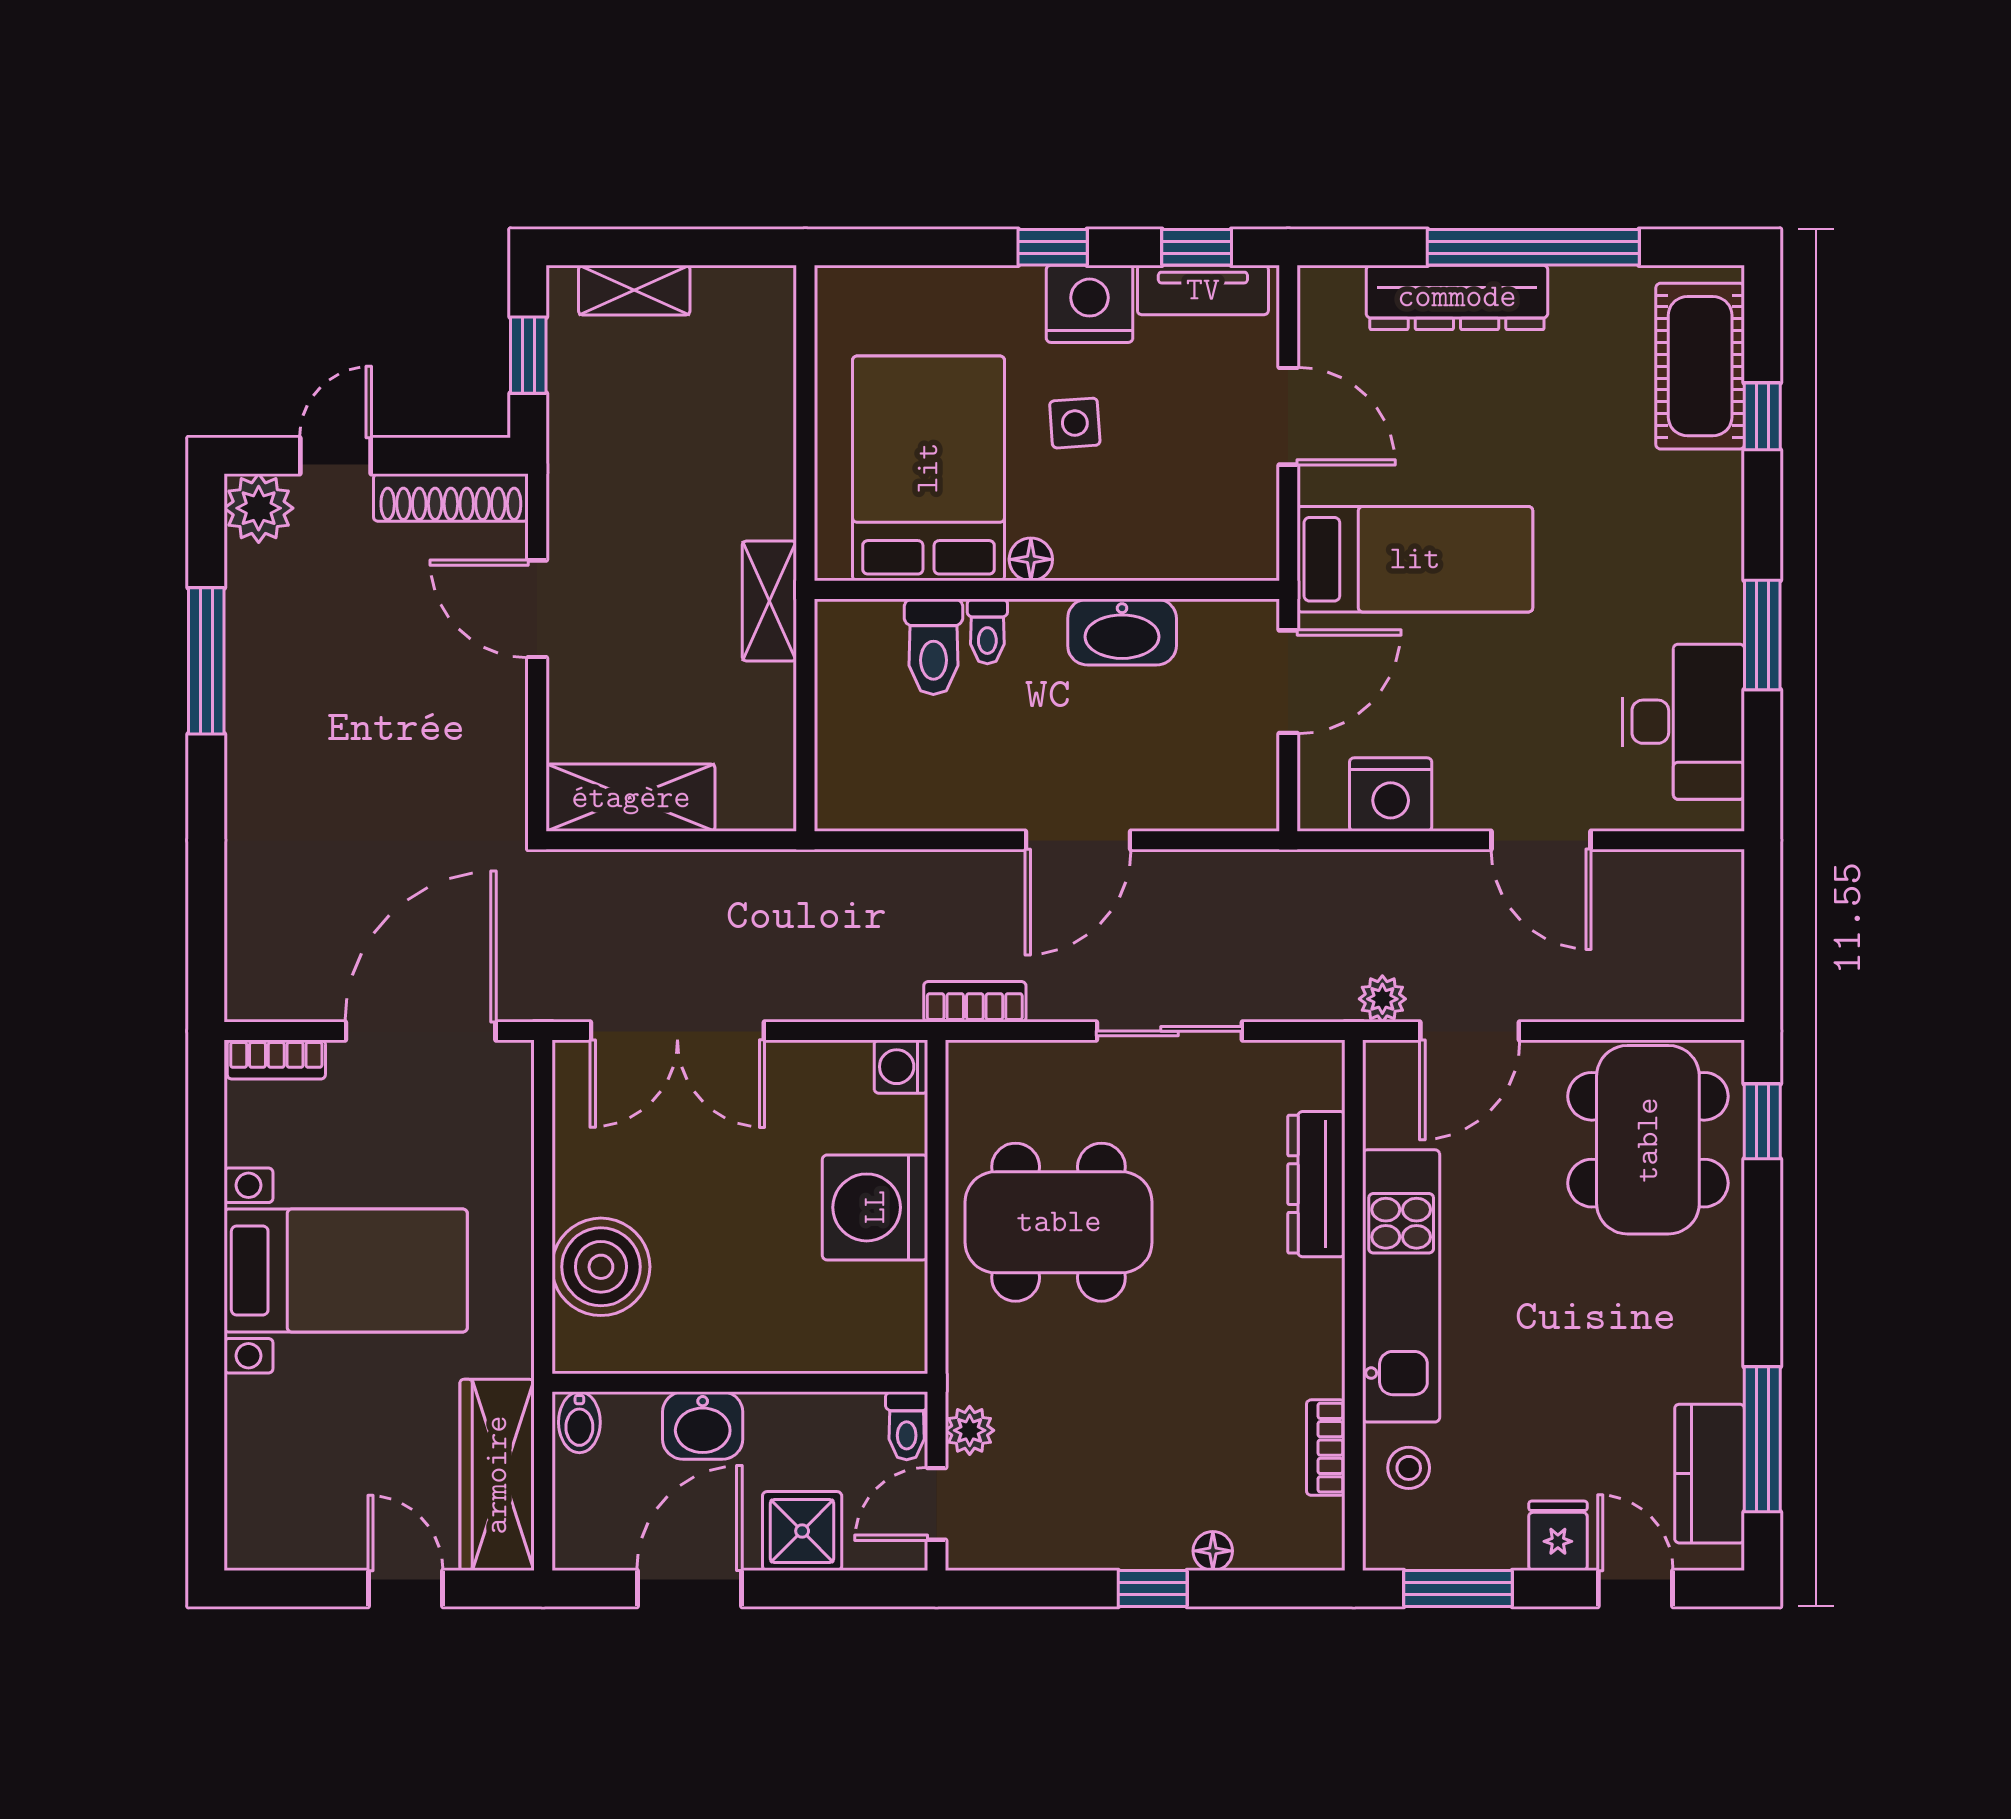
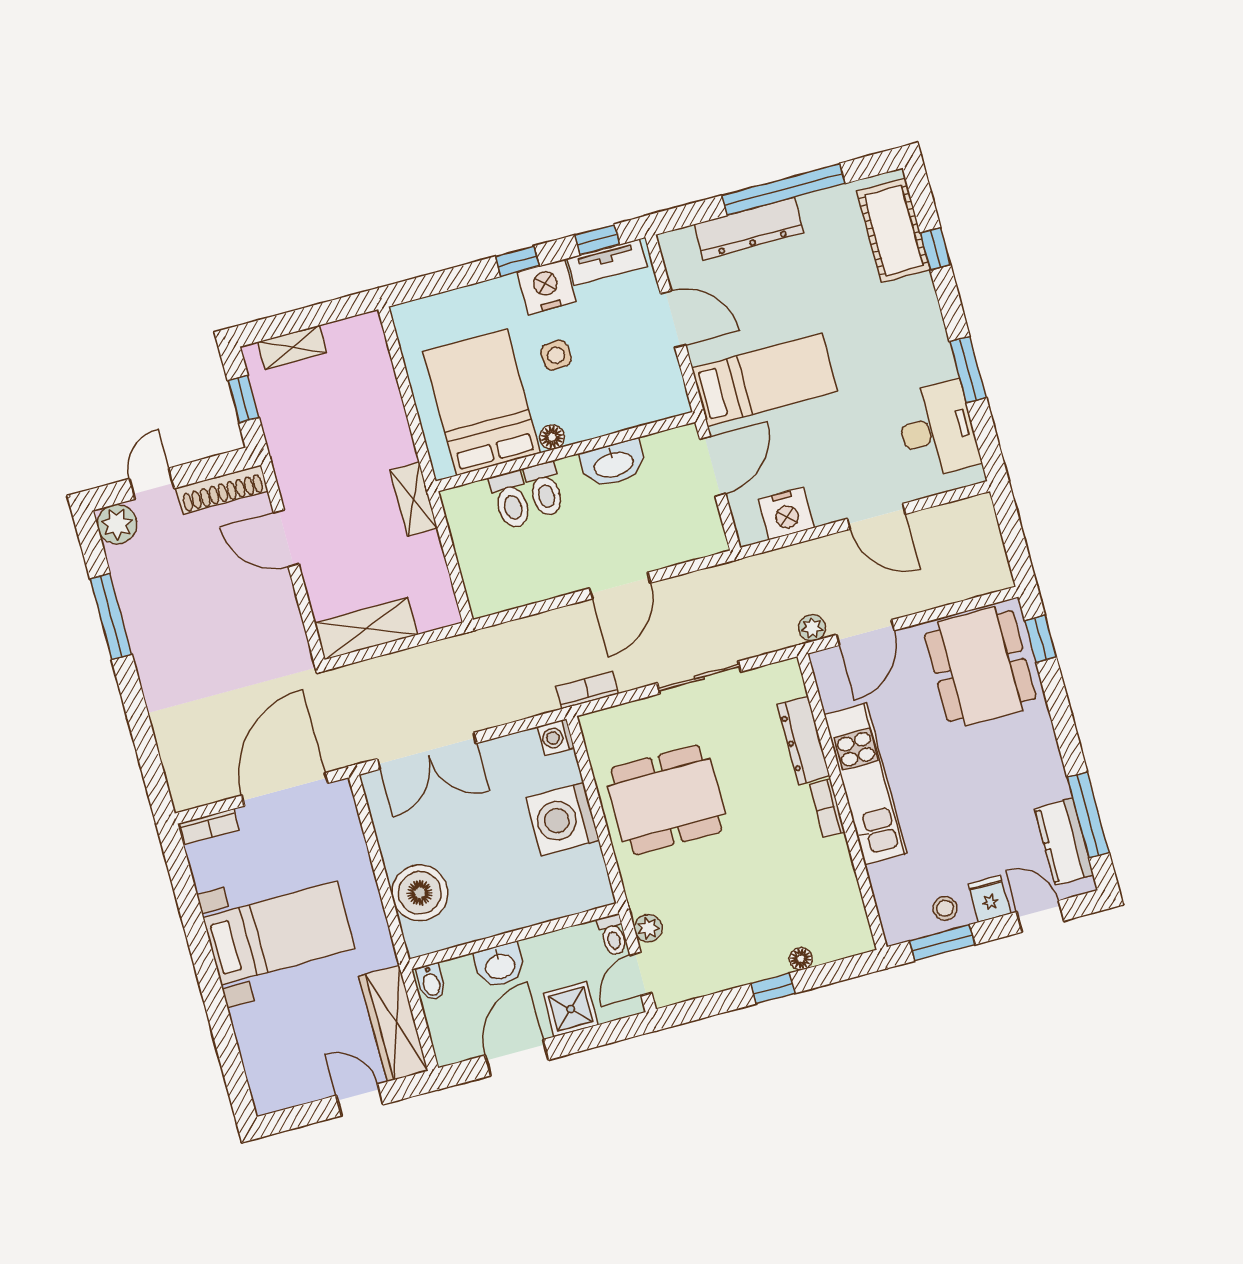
toilet: (987, 631) -> (545, 489), width x1.37, depth x1.39
bookcase: (1326, 1448) -> (827, 808), moved
stool: (1409, 1468) -> (945, 908), moved

